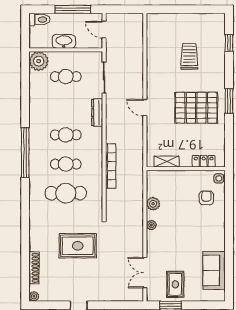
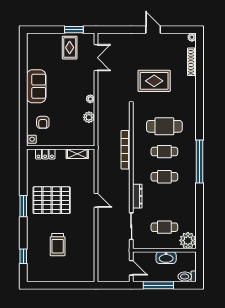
sofa: (214, 271) -> (36, 86), moved

